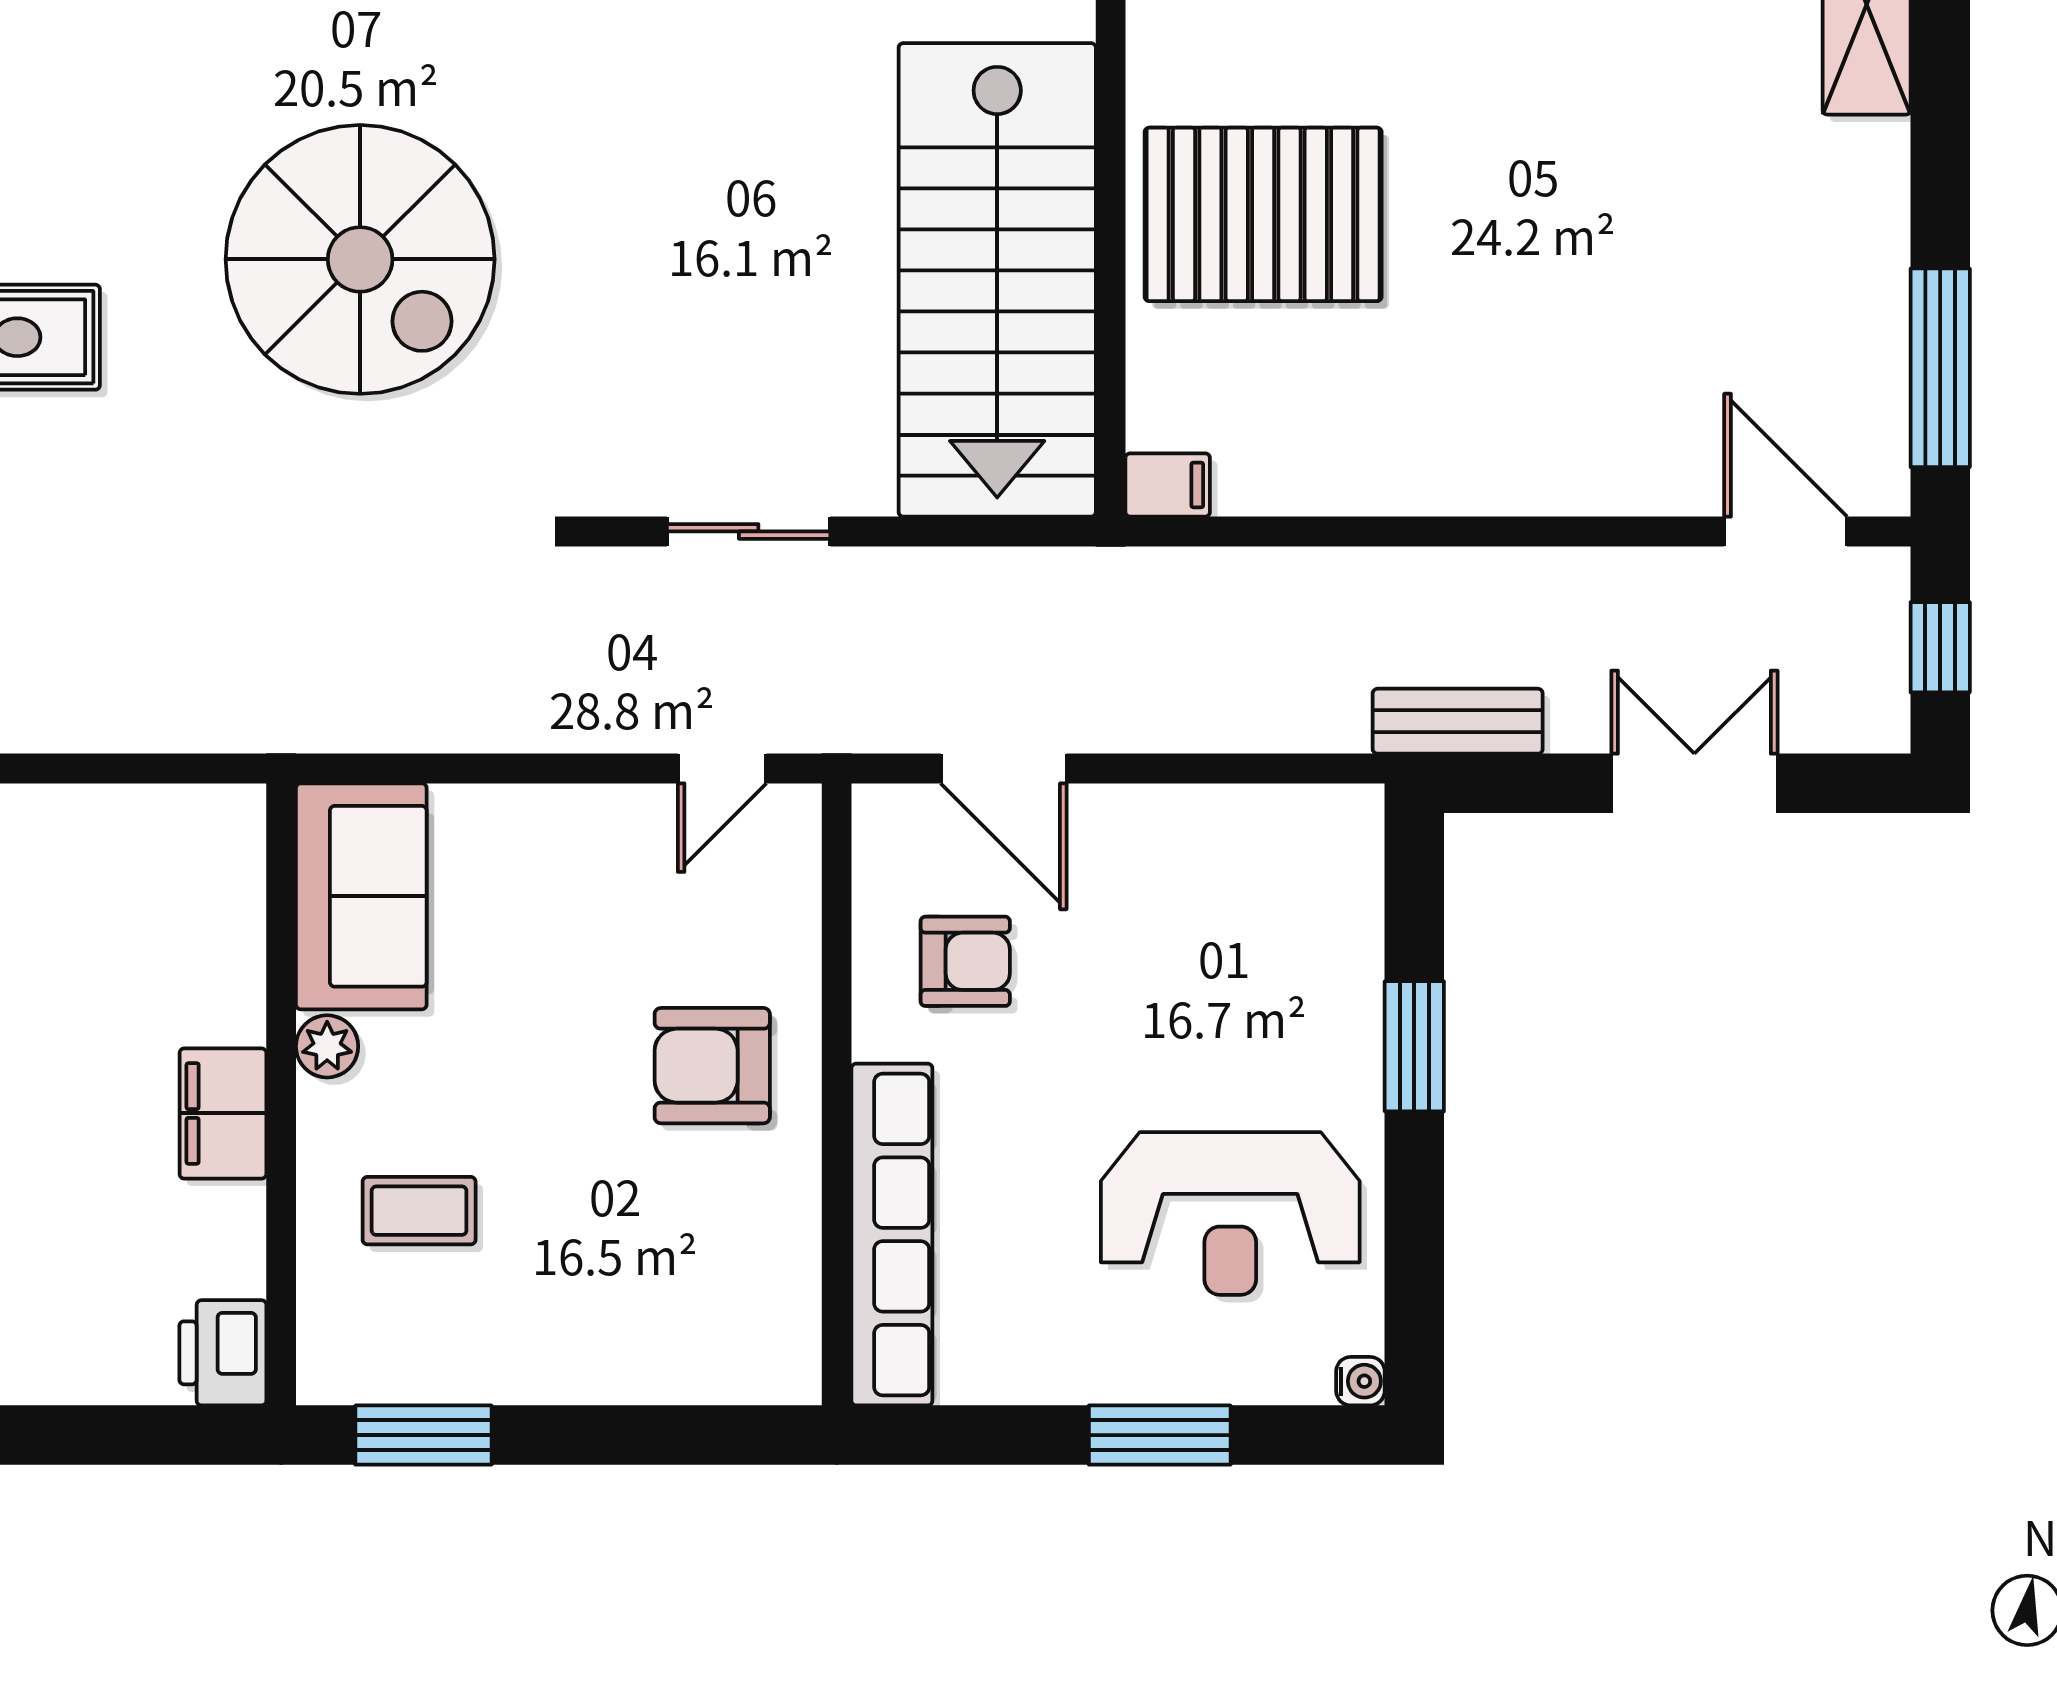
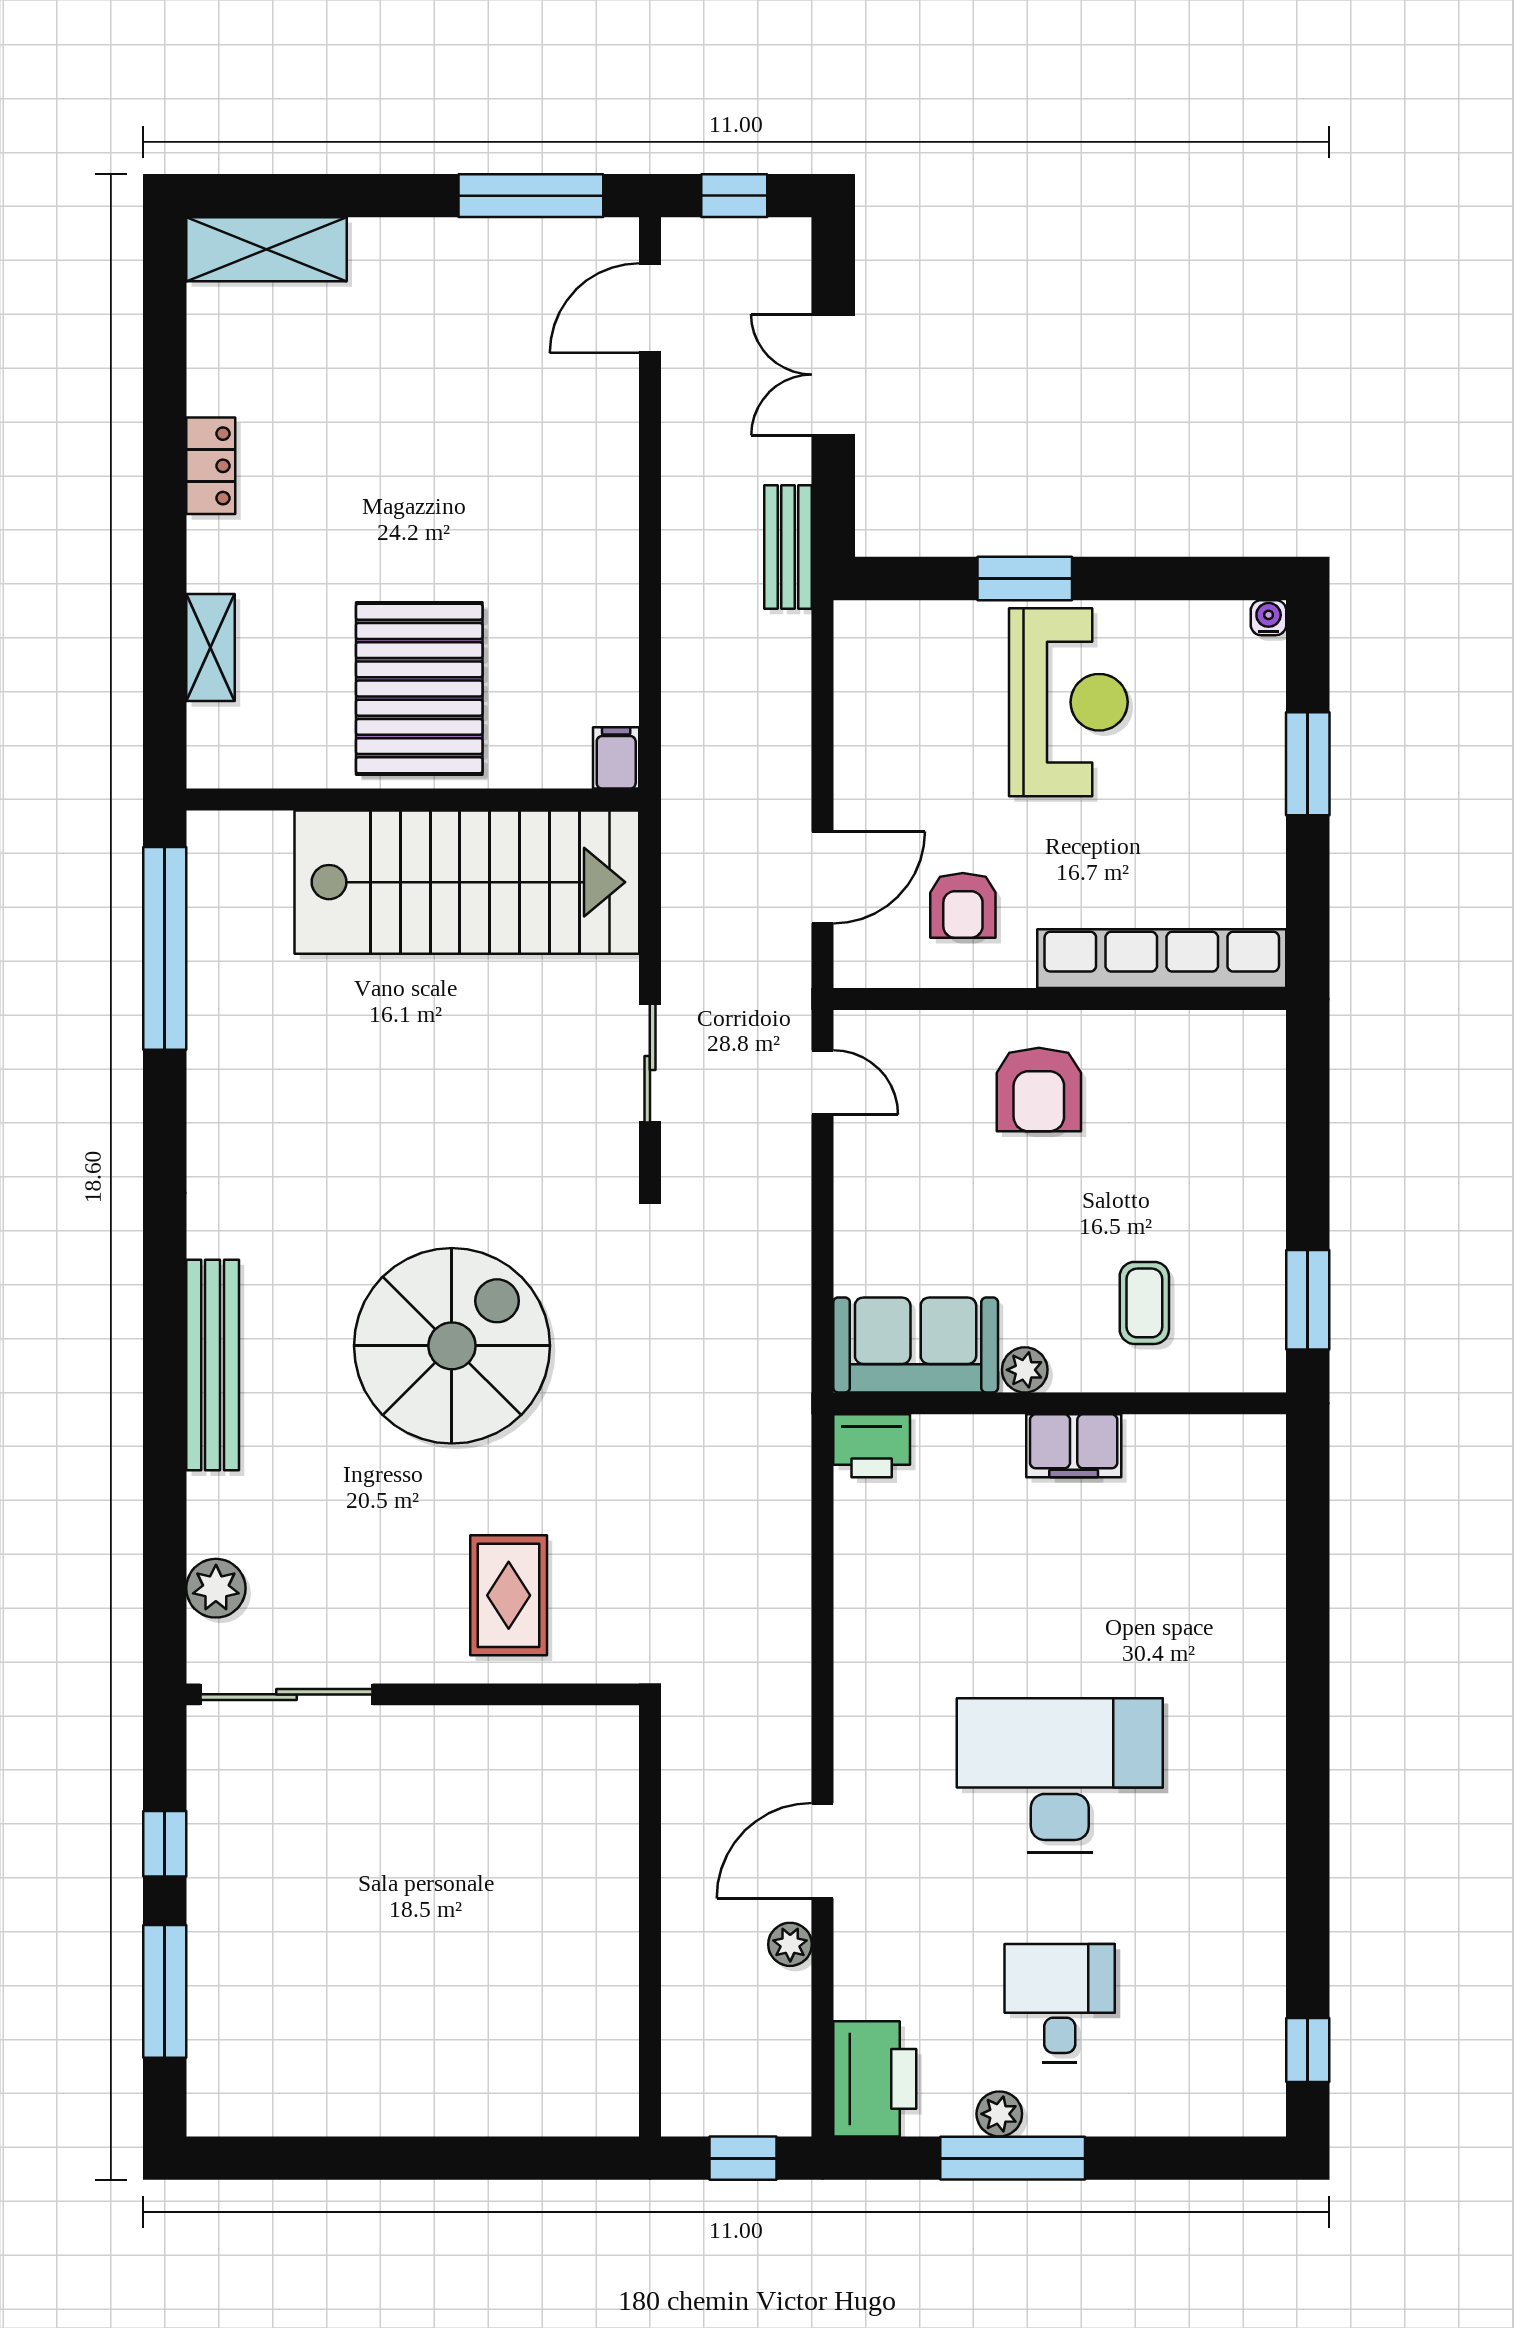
armchair: (965, 961) -> (963, 905), turned 180
reception desk: (1230, 1214) -> (1068, 702), moved
printer: (223, 1353) -> (872, 1446), moved

